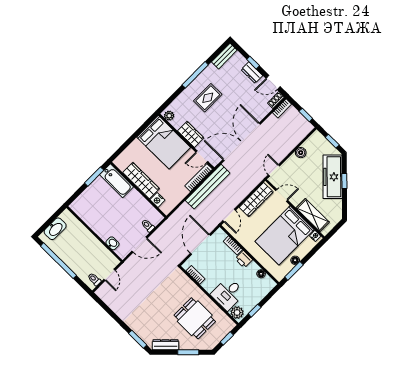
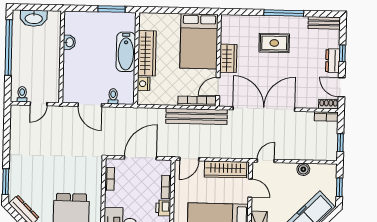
plant: (169, 116) -> (227, 24), removed
door: (202, 157) -> (218, 87), hinge flipped
bathtub: (116, 181) -> (126, 52), moved
washbasin: (112, 243) -> (69, 42), moved

